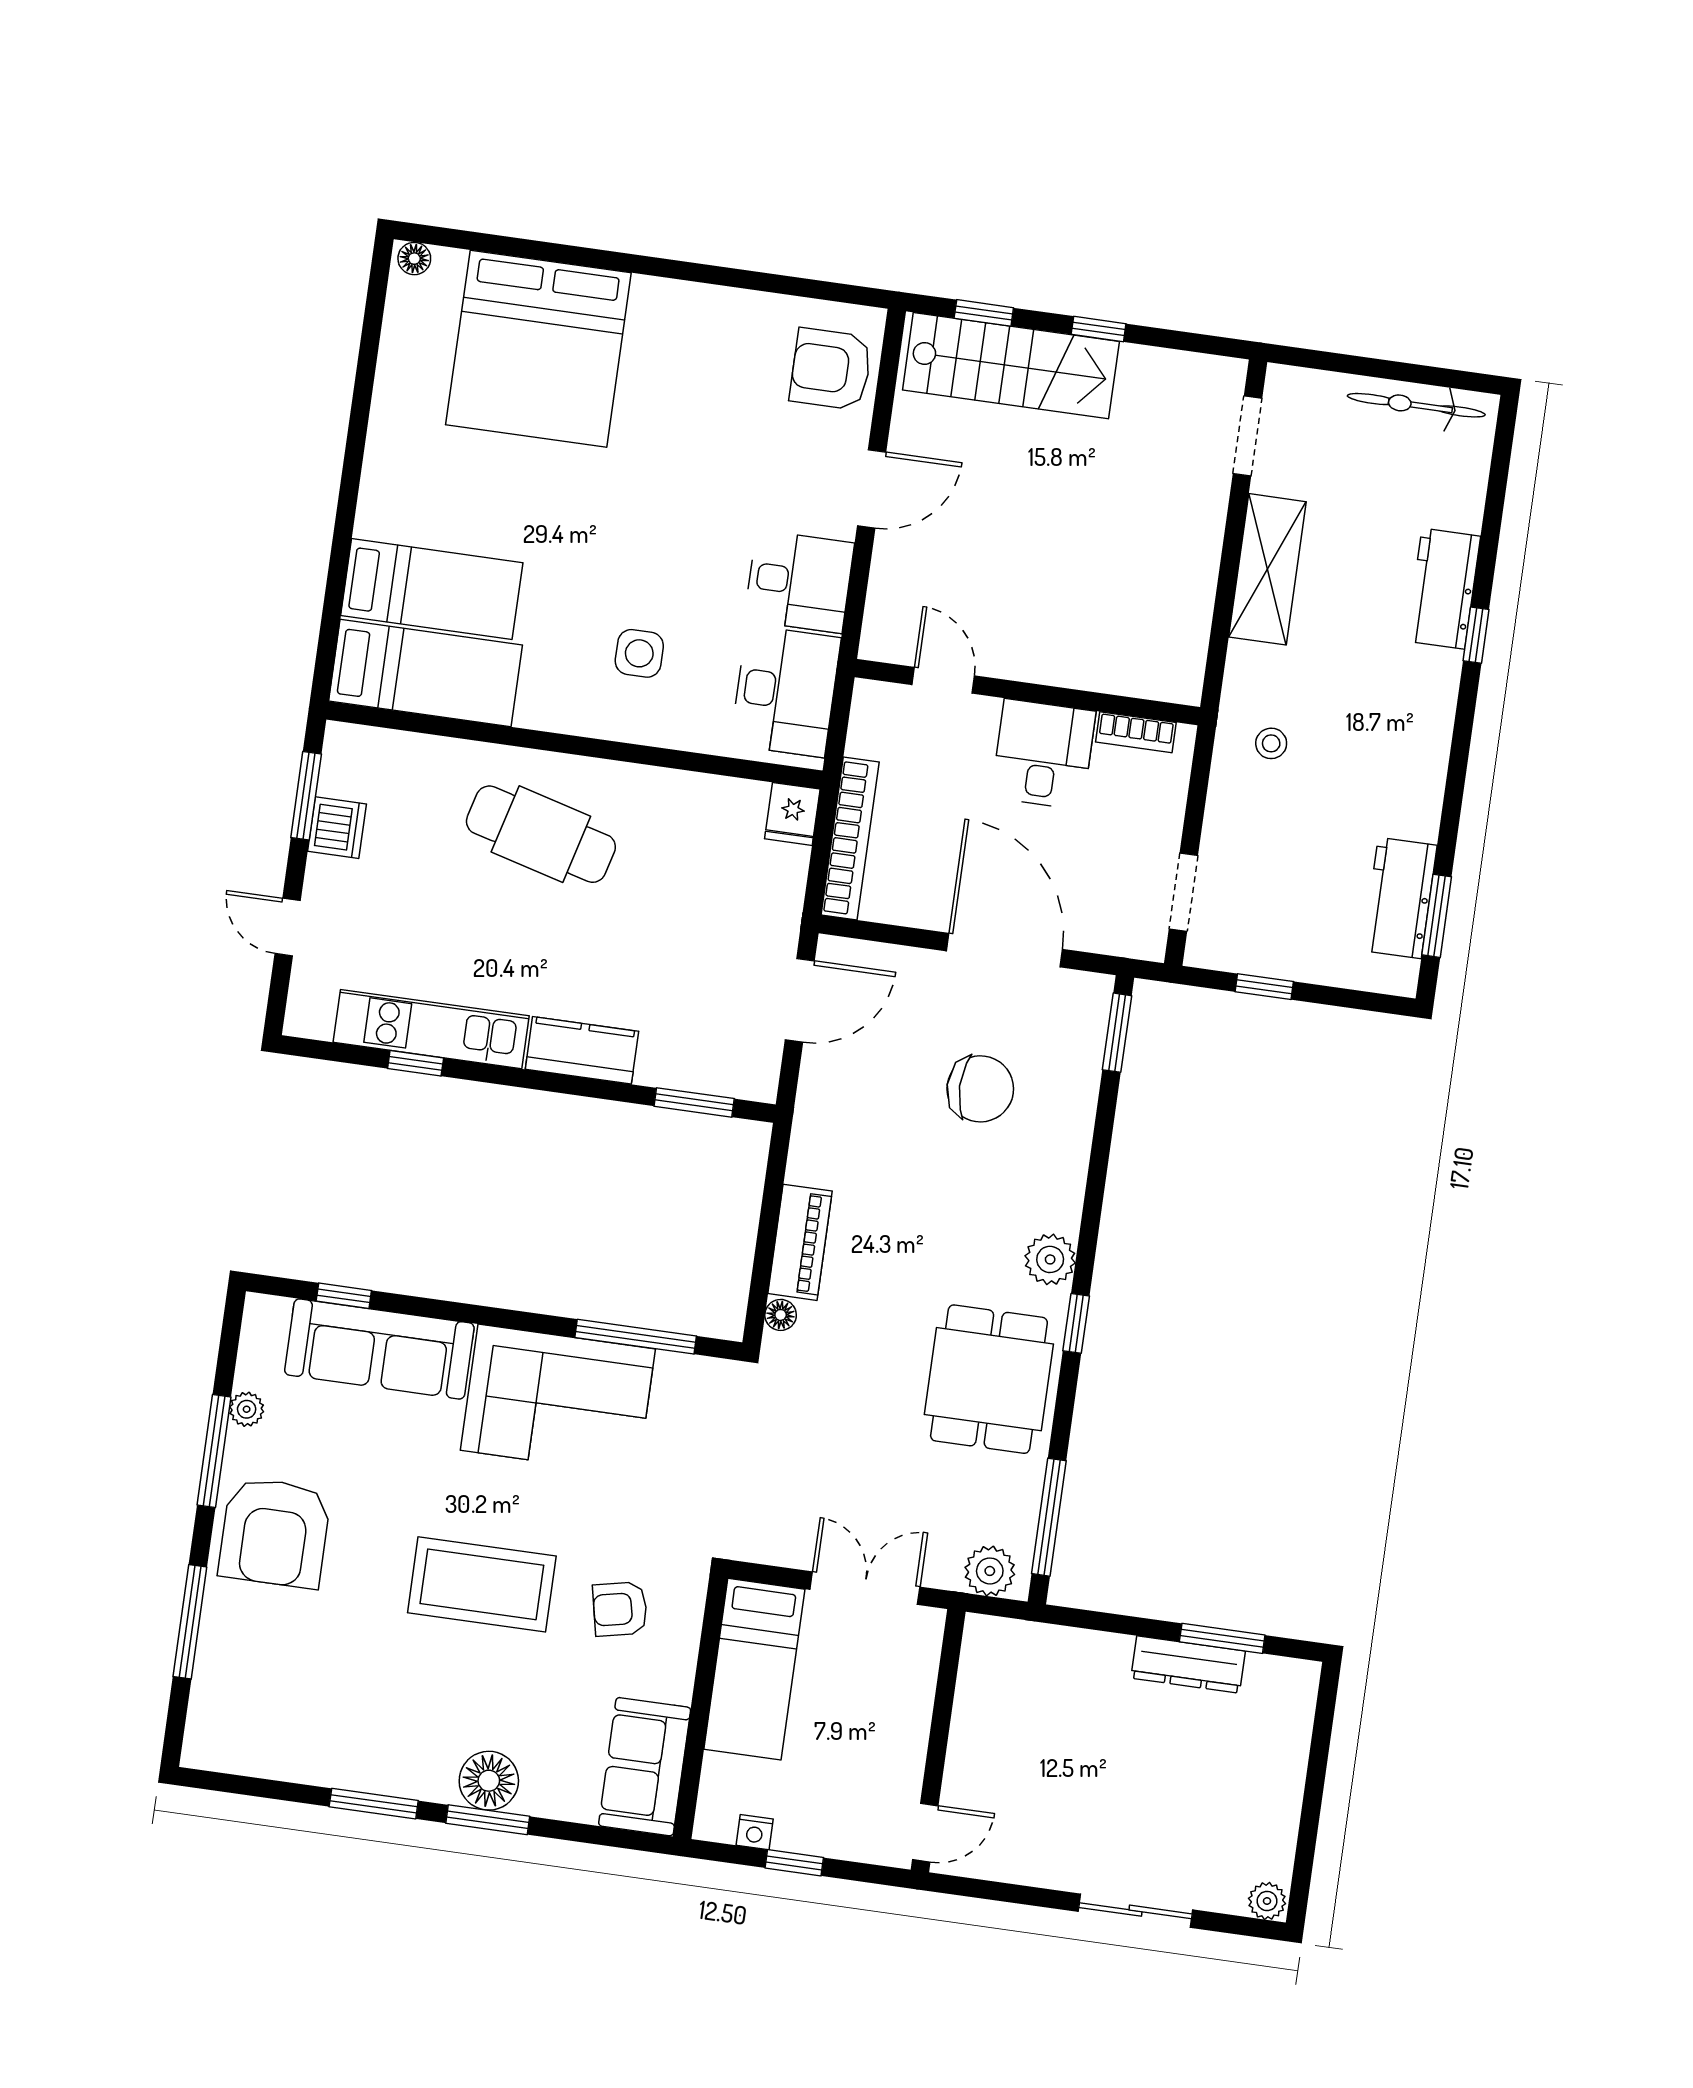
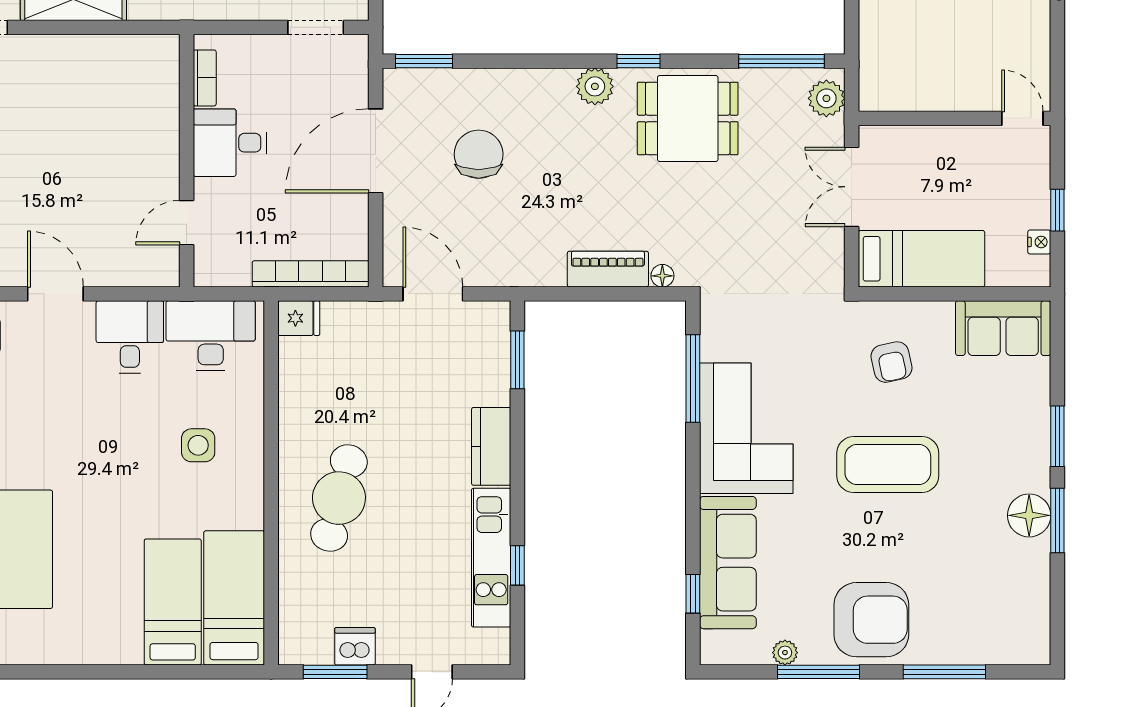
coffee table: (482, 1584) -> (888, 465), turned 90
floor lamp: (489, 1781) -> (1029, 515), moved

